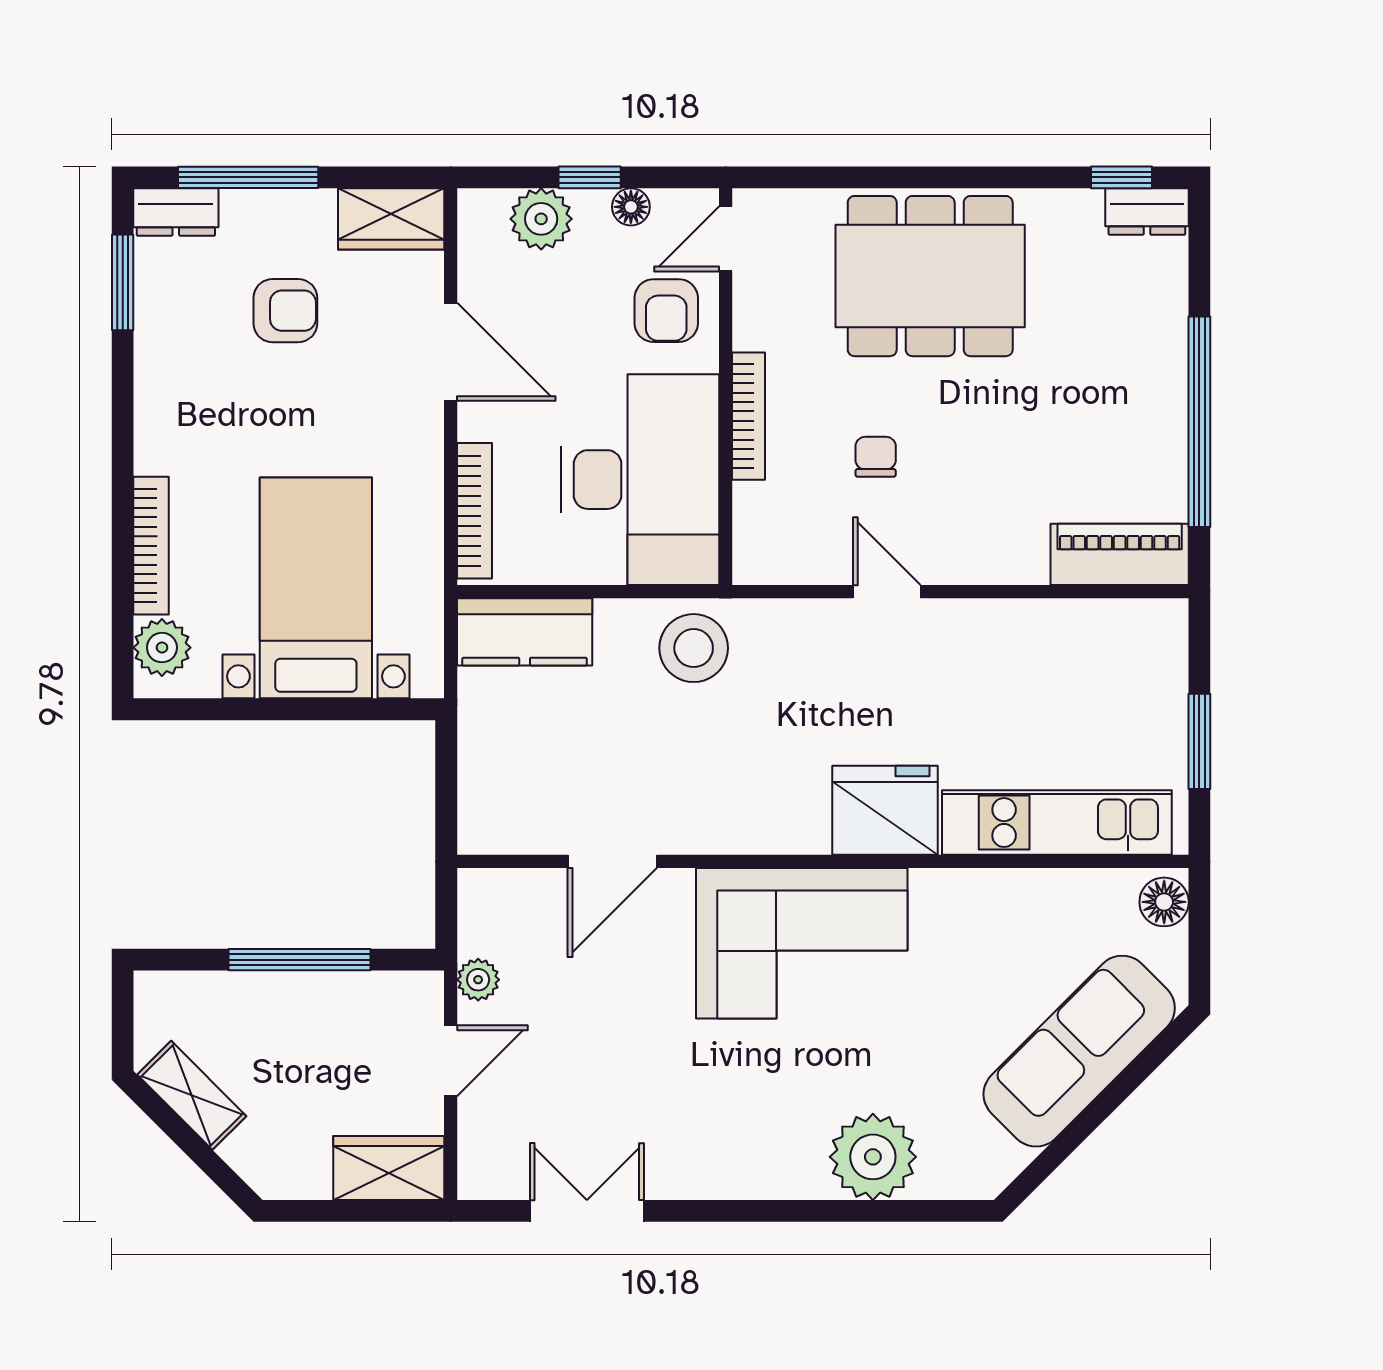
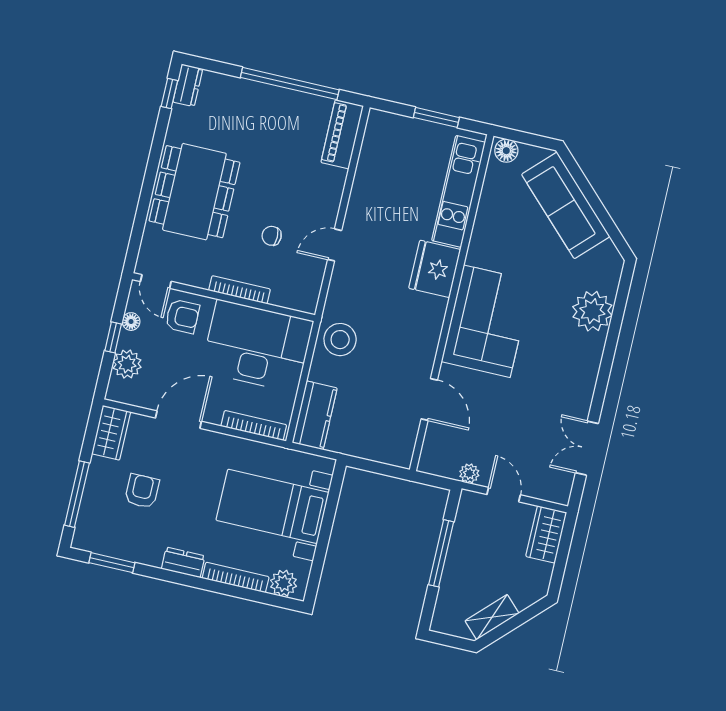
dresser: (176, 212) -> (183, 562), moved, turned -90

